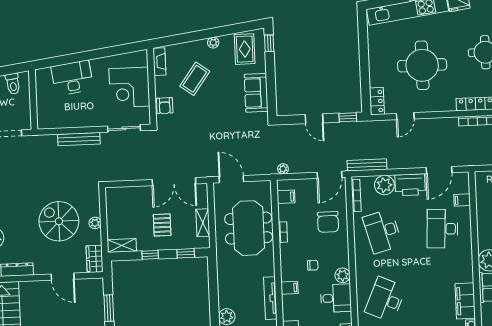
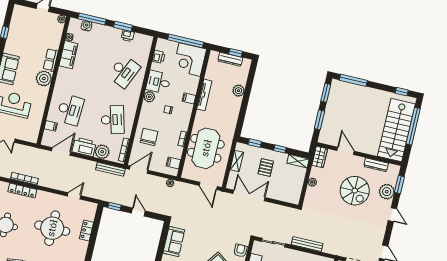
locker: (377, 101) -> (87, 230), moved
spiral stairs: (59, 221) -> (355, 191), moved

